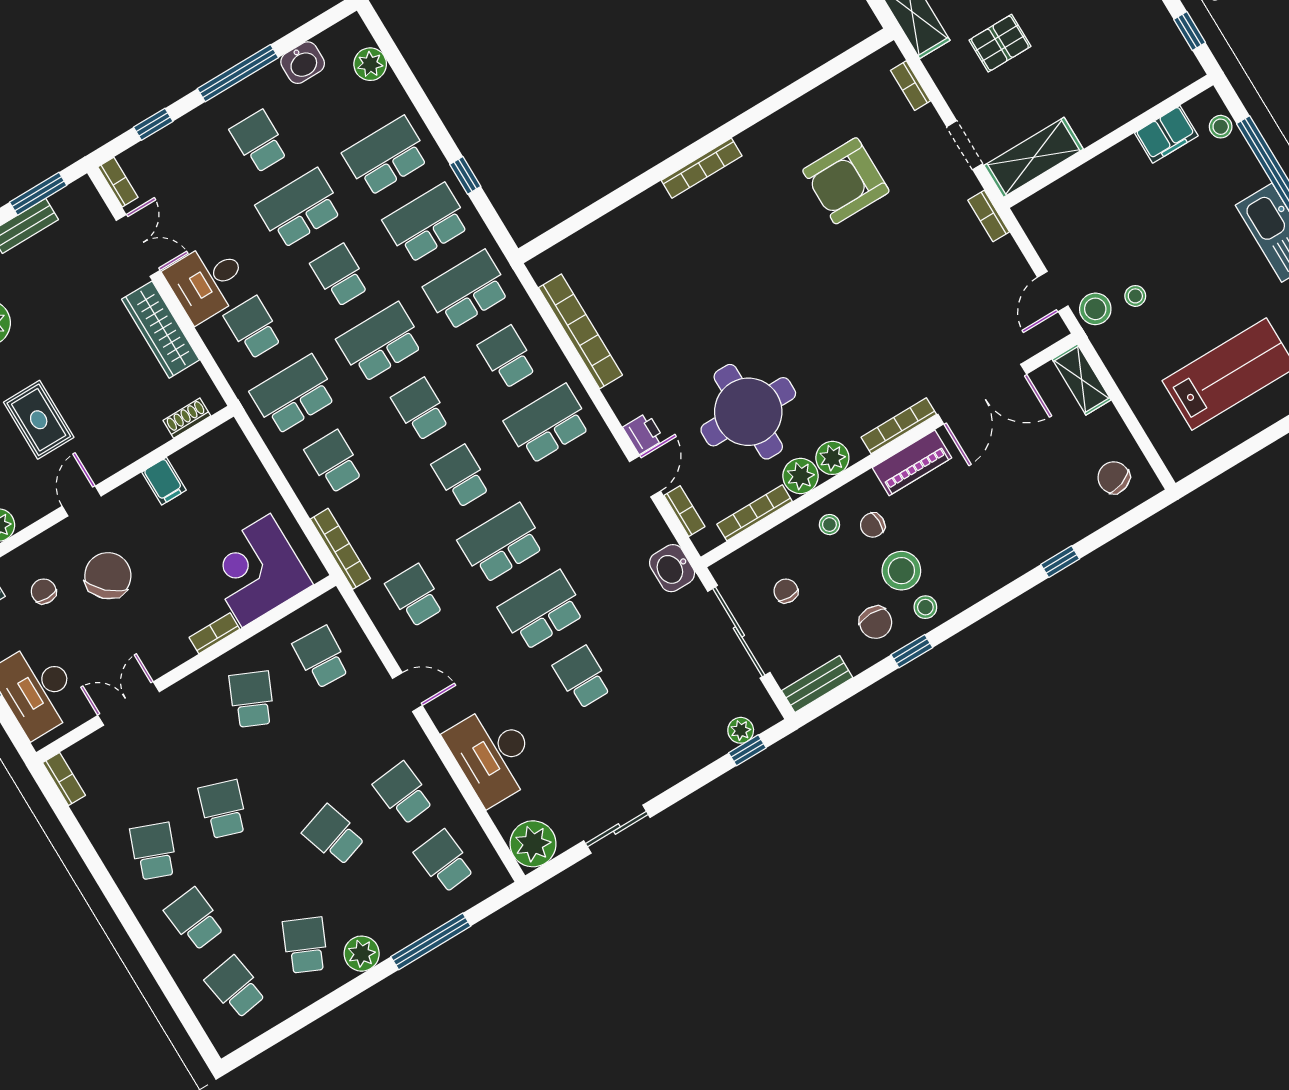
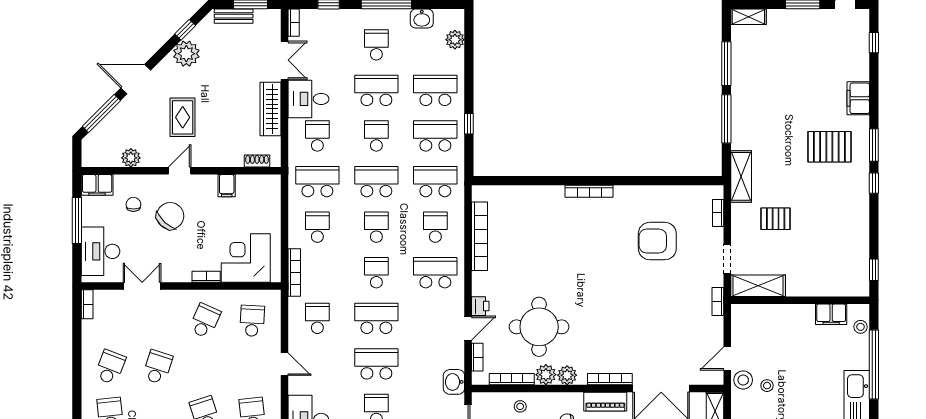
stool: (829, 525) -> (520, 406), moved

